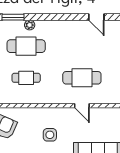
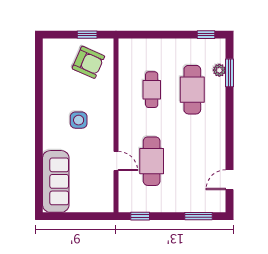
plant: (30, 25) -> (219, 70), moved
door: (82, 106) -> (116, 161), swing flipped

